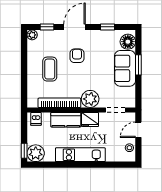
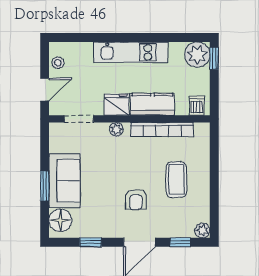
plant: (90, 99) -> (116, 129), width x0.53, depth x0.53

